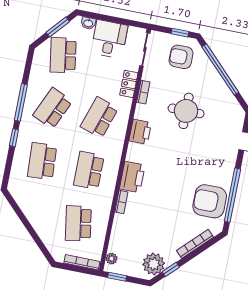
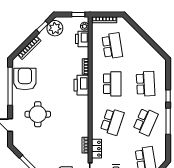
round table: (186, 111) -> (38, 114), moved
printer: (140, 132) -> (82, 39), moved
armchair: (210, 201) -> (25, 79), turned -90

